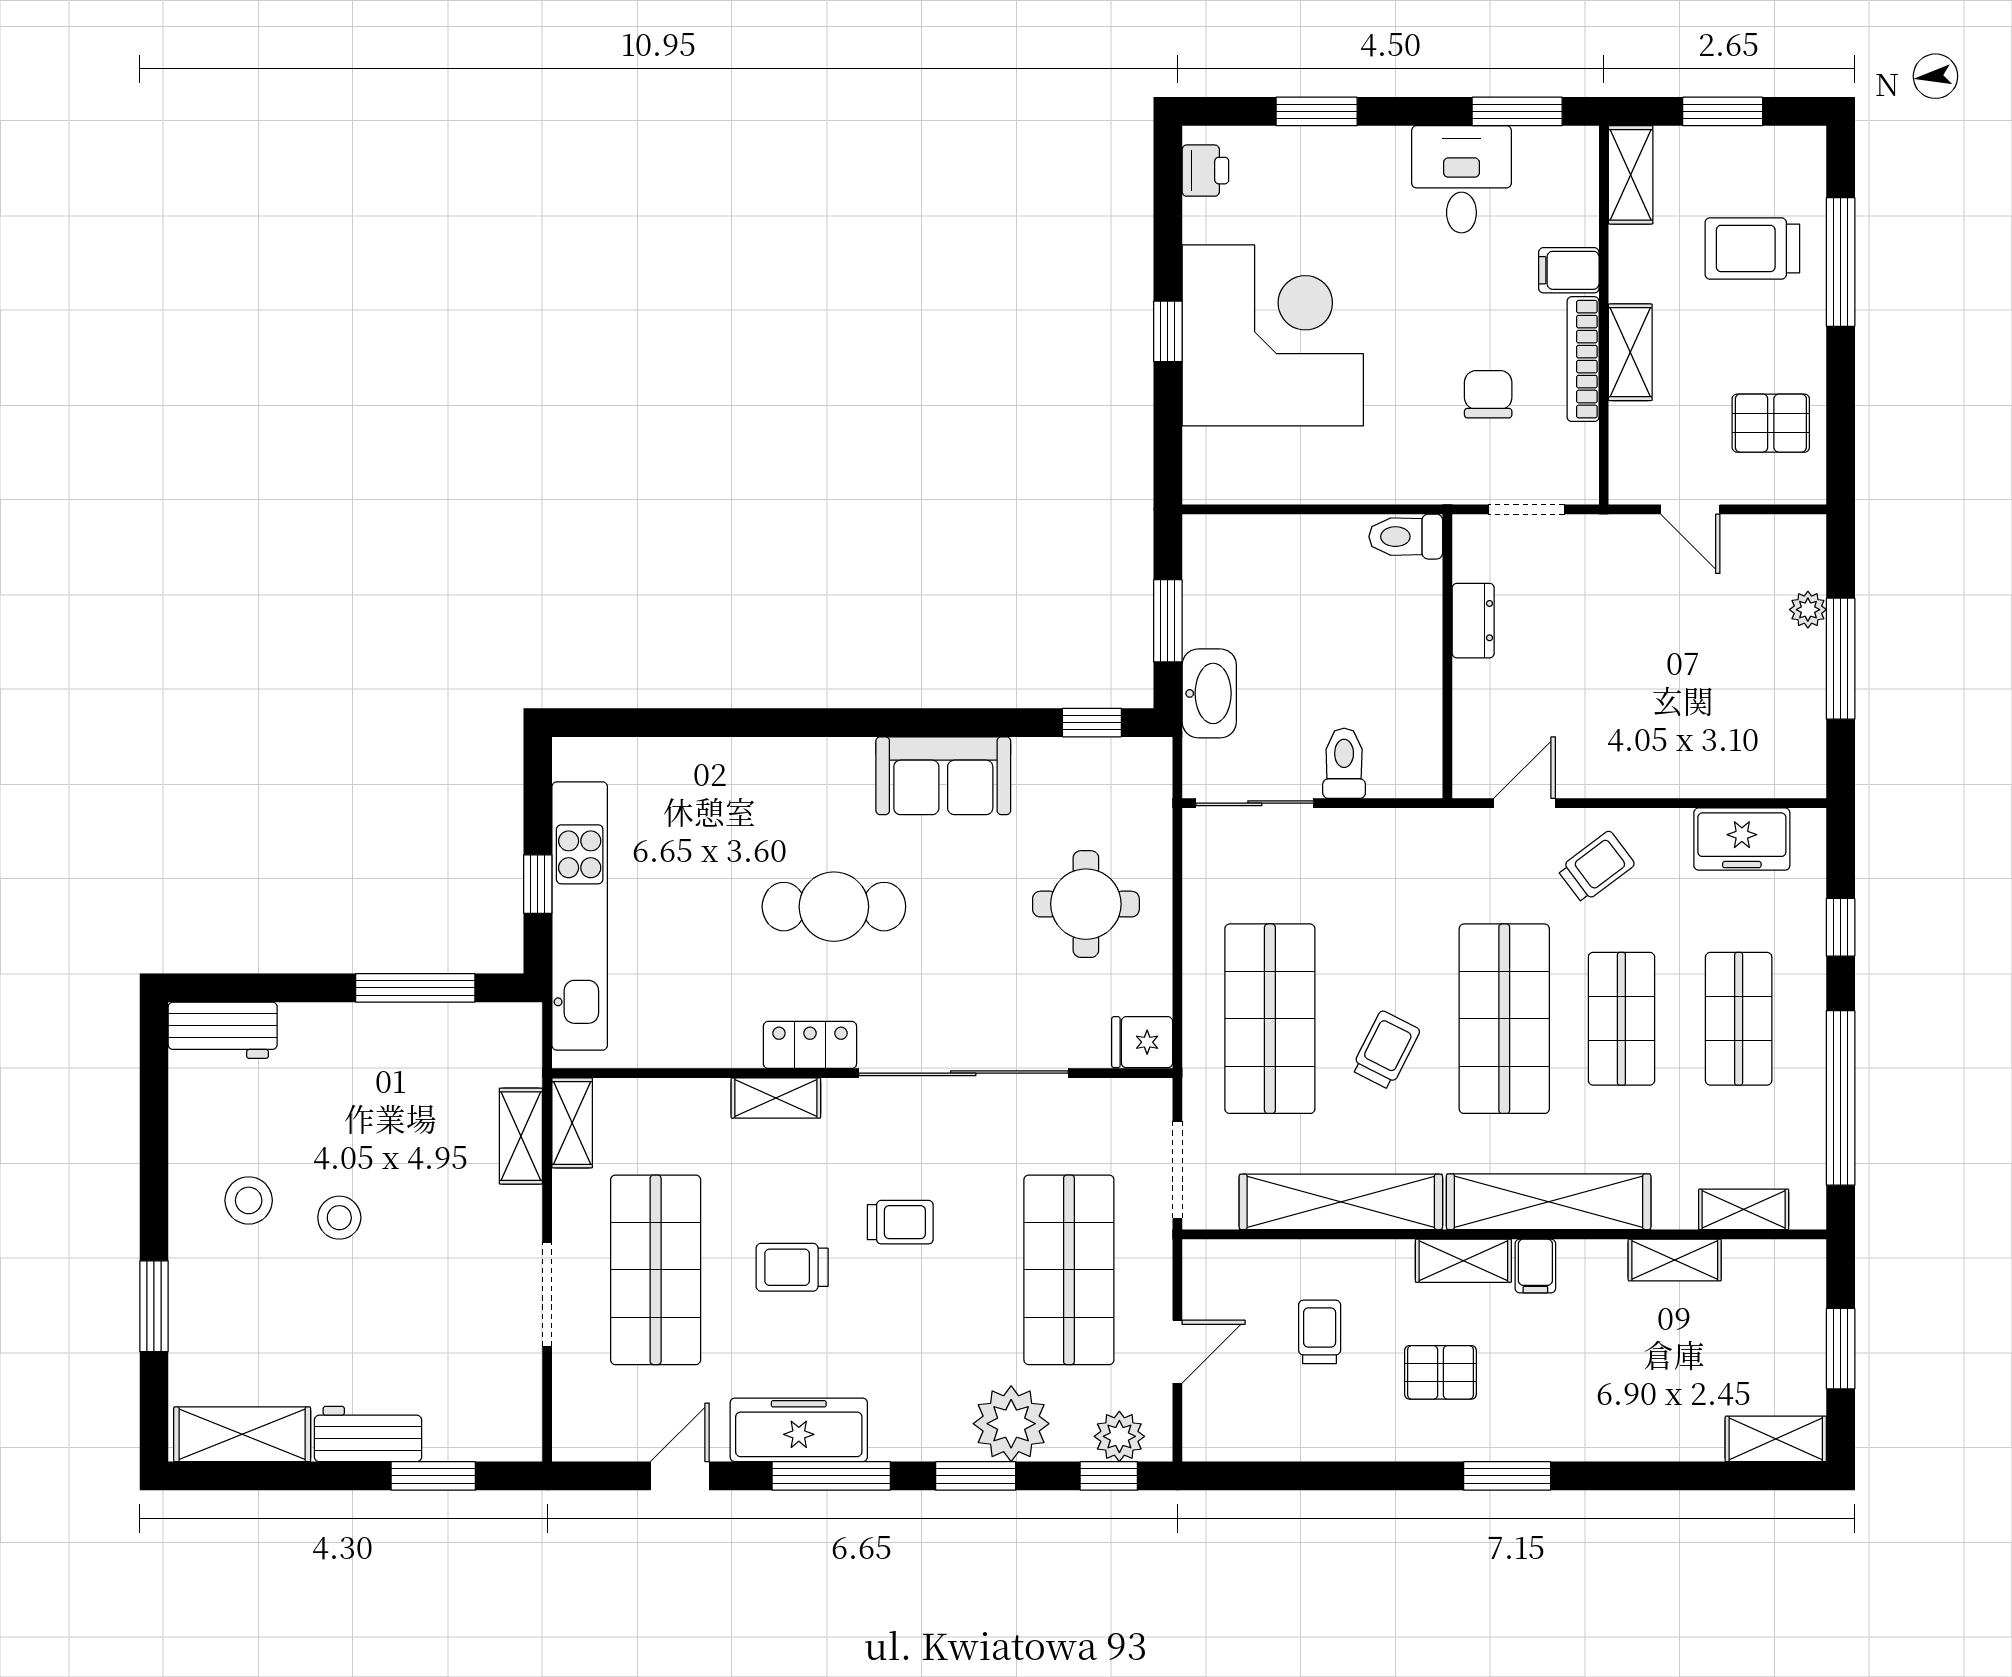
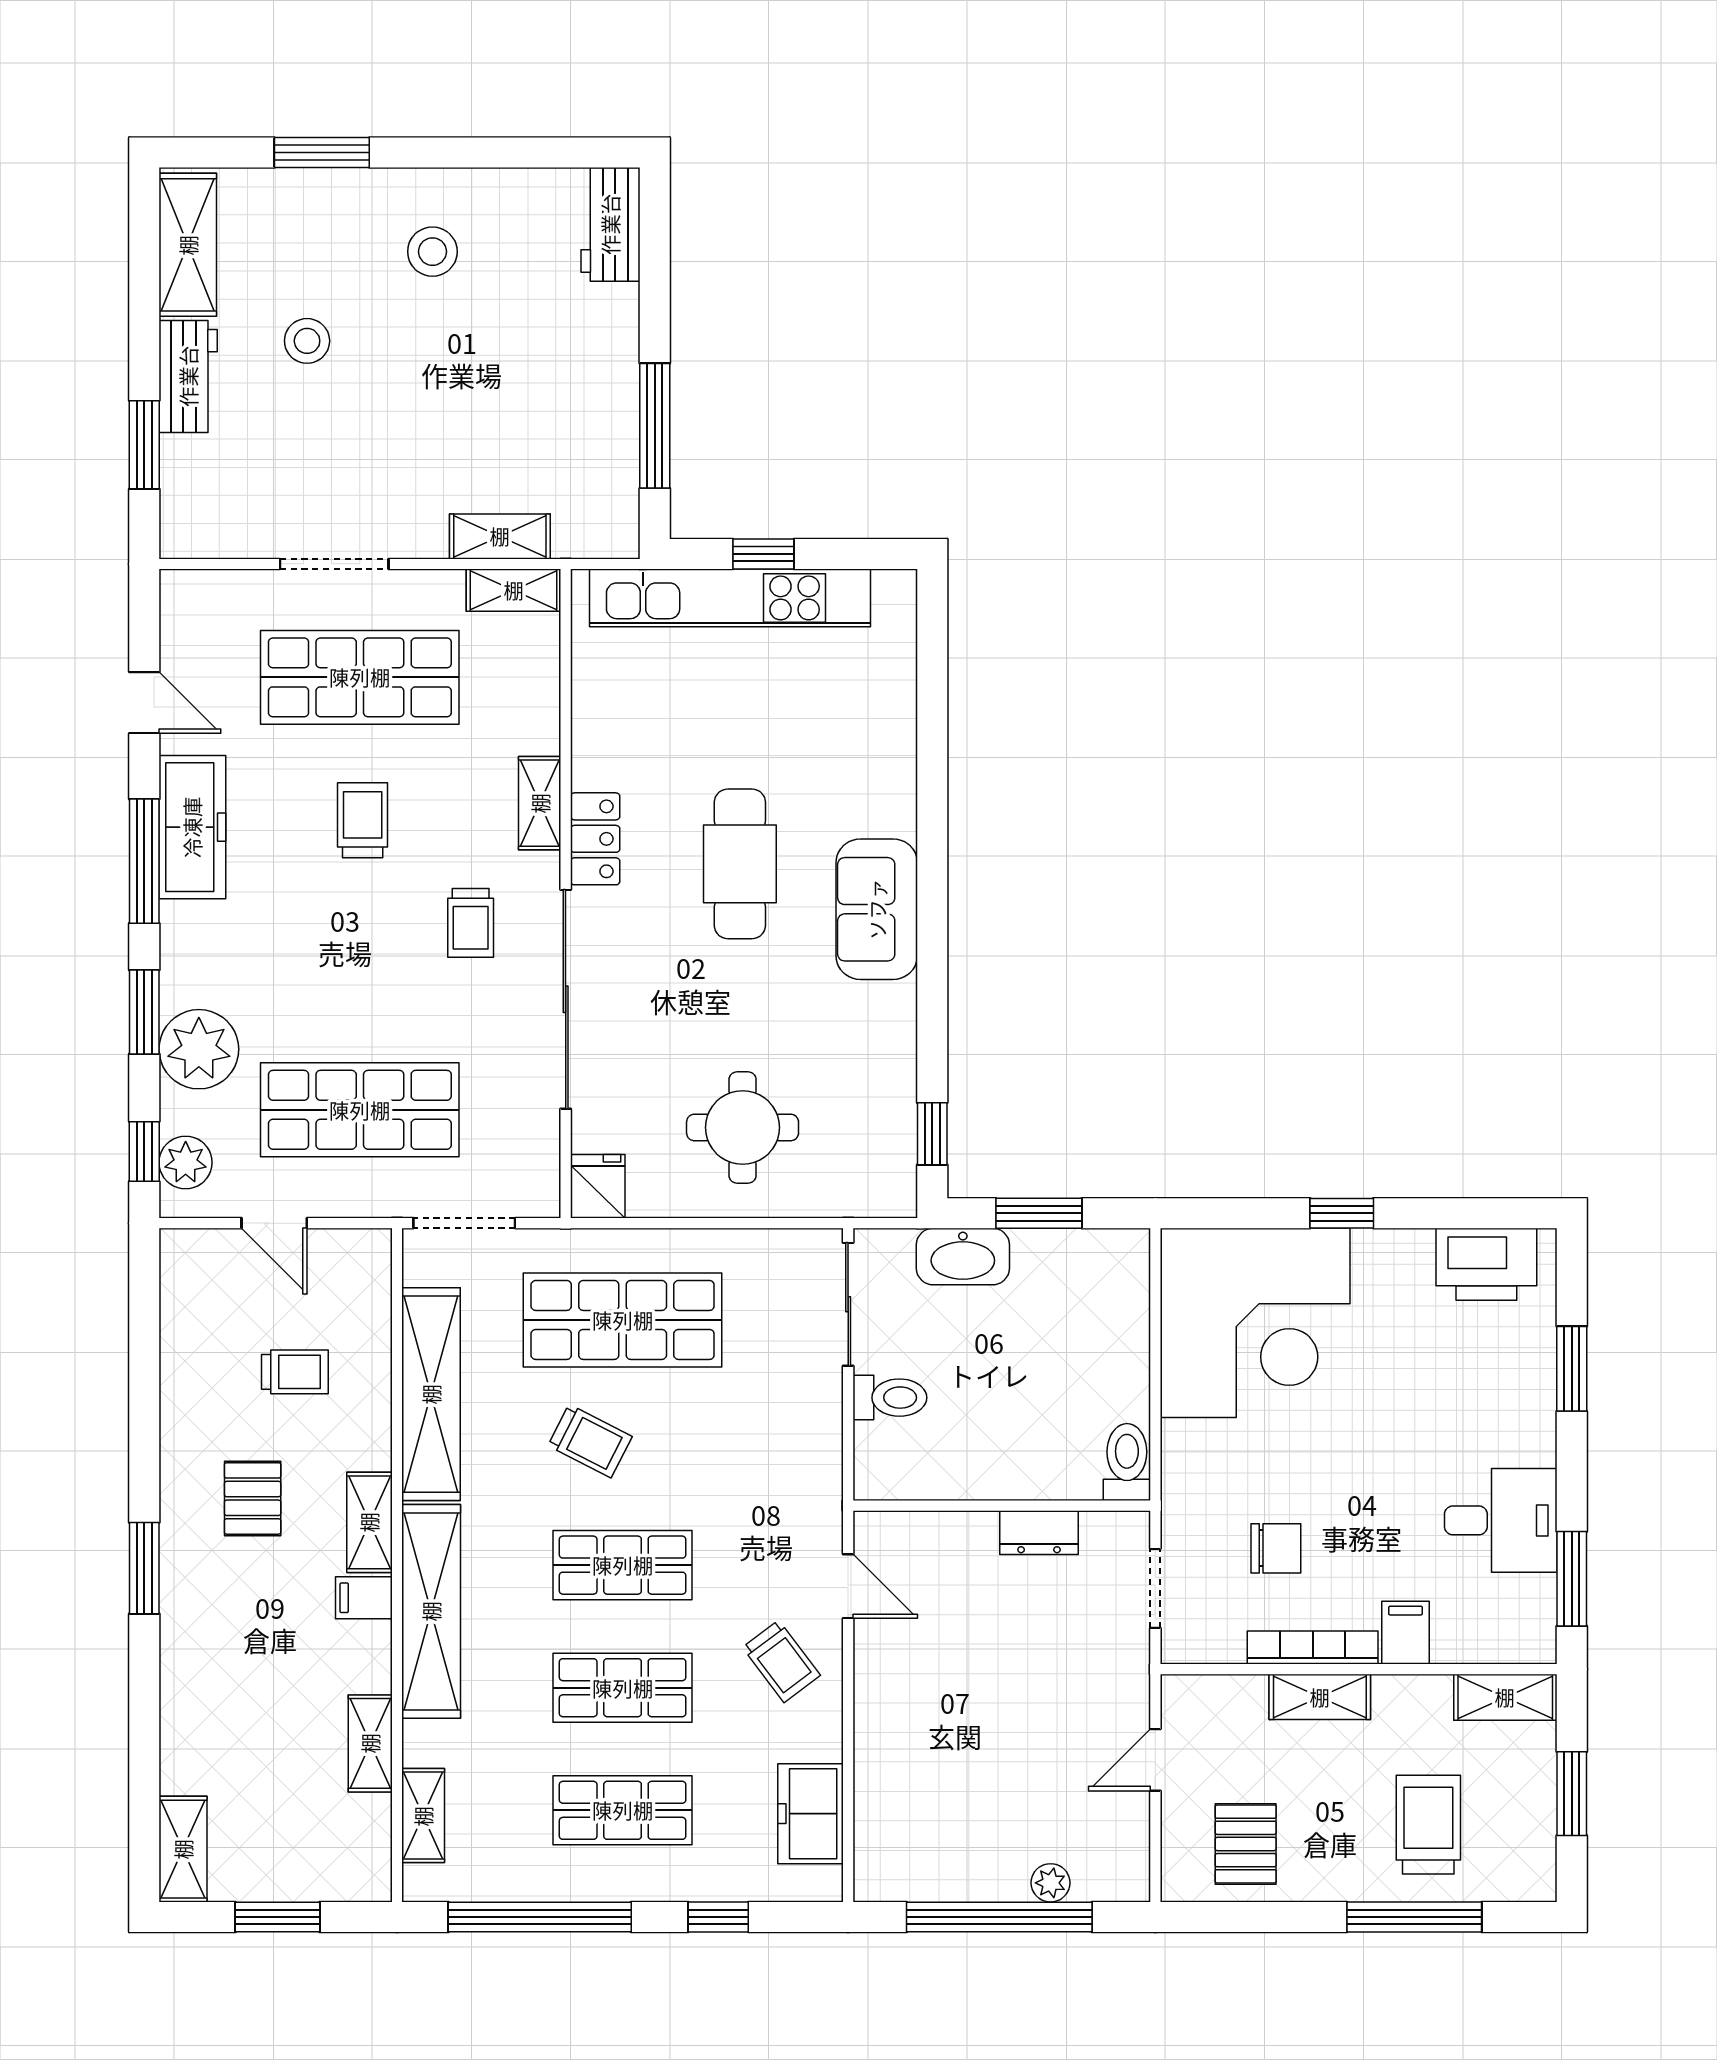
printer: (1205, 171) -> (1486, 1264), width x1.87, depth x1.48
corner desk: (1273, 335) -> (1255, 1323), moved
window: (1841, 659) -> (999, 1917), width x1.46
sofa: (943, 776) -> (877, 909), moved
shop shelf: (1504, 1019) -> (623, 1565), width x0.70, depth x0.74
stool: (339, 1218) -> (307, 341), moved
trolley: (900, 1222) -> (471, 923), moved

